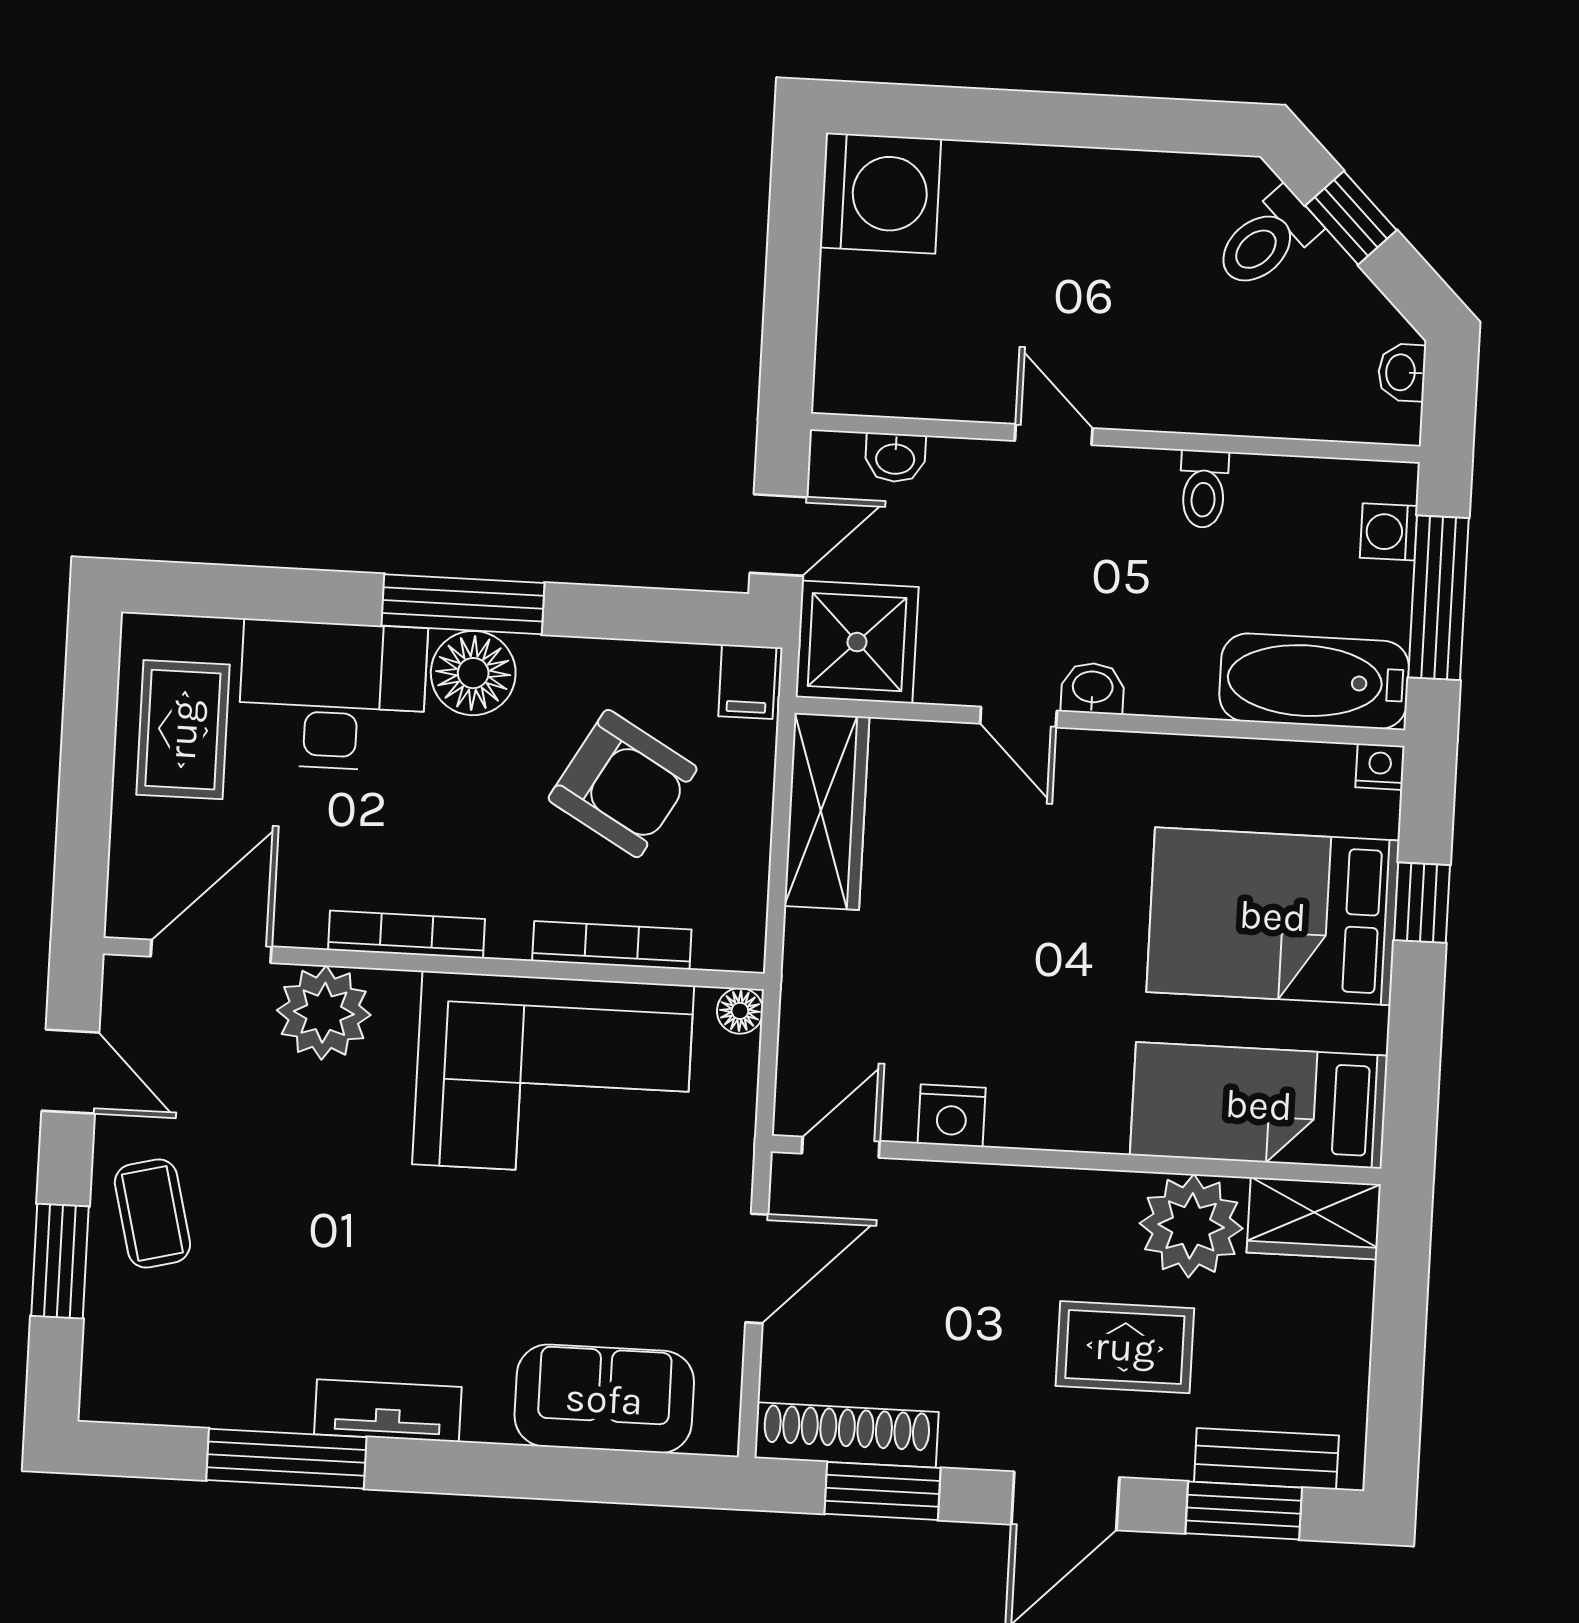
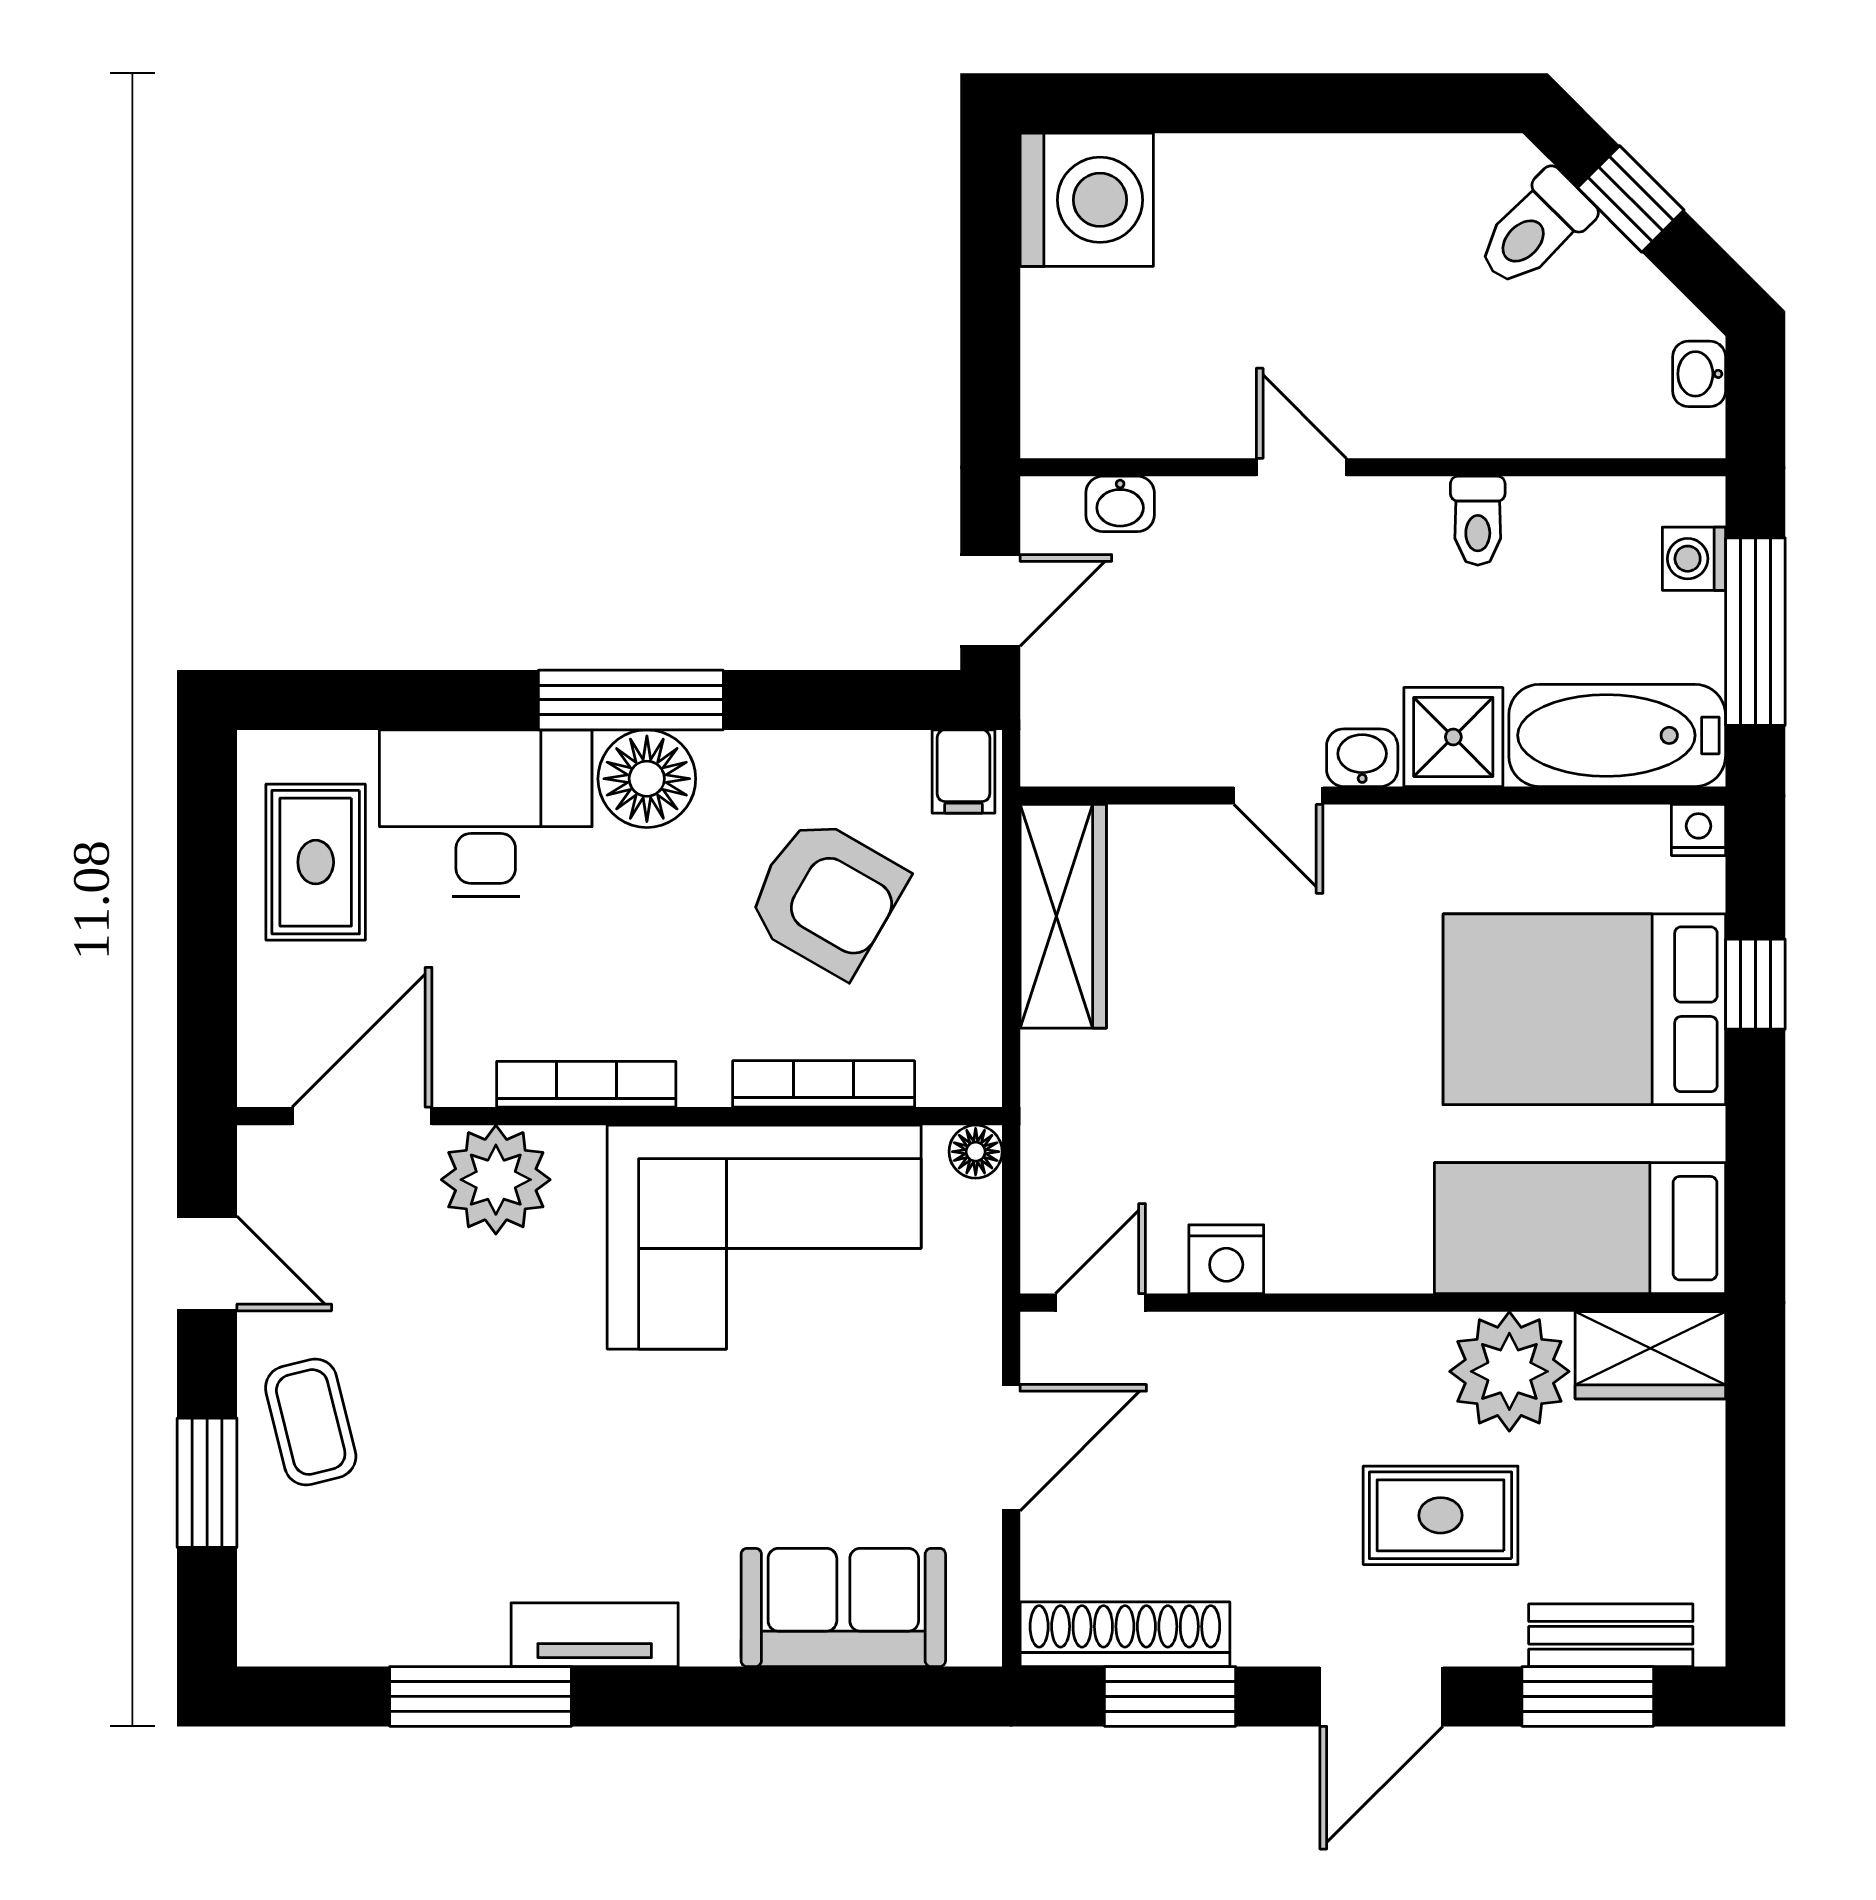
shower: (857, 642) -> (1453, 737), moved, width x0.73, depth x0.73

